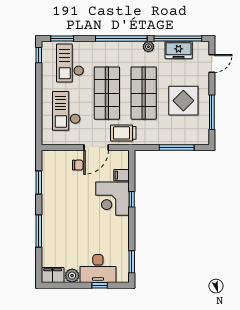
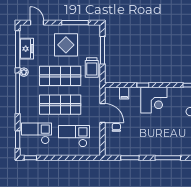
checkout: (70, 63) -> (37, 133), turned 180
checkout: (66, 111) -> (74, 136), turned 180
trolley: (123, 133) -> (92, 68), moved
corner desk: (113, 199) -> (154, 100), moved

